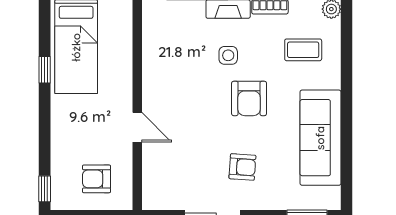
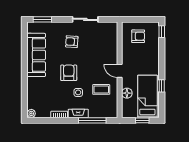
coffee table: (303, 50) -> (101, 89), moved
floor lamp: (121, 54) -> (127, 93), added
door: (137, 127) -> (120, 71), moved

